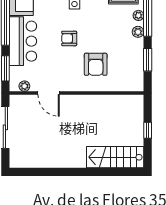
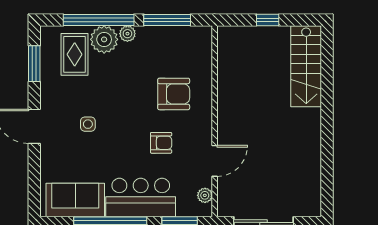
plant: (138, 15) -> (104, 39), width x1.88, depth x1.88
armchair: (69, 38) -> (161, 143), moved, turned -90
window: (148, 60) -> (167, 20), width x1.44

